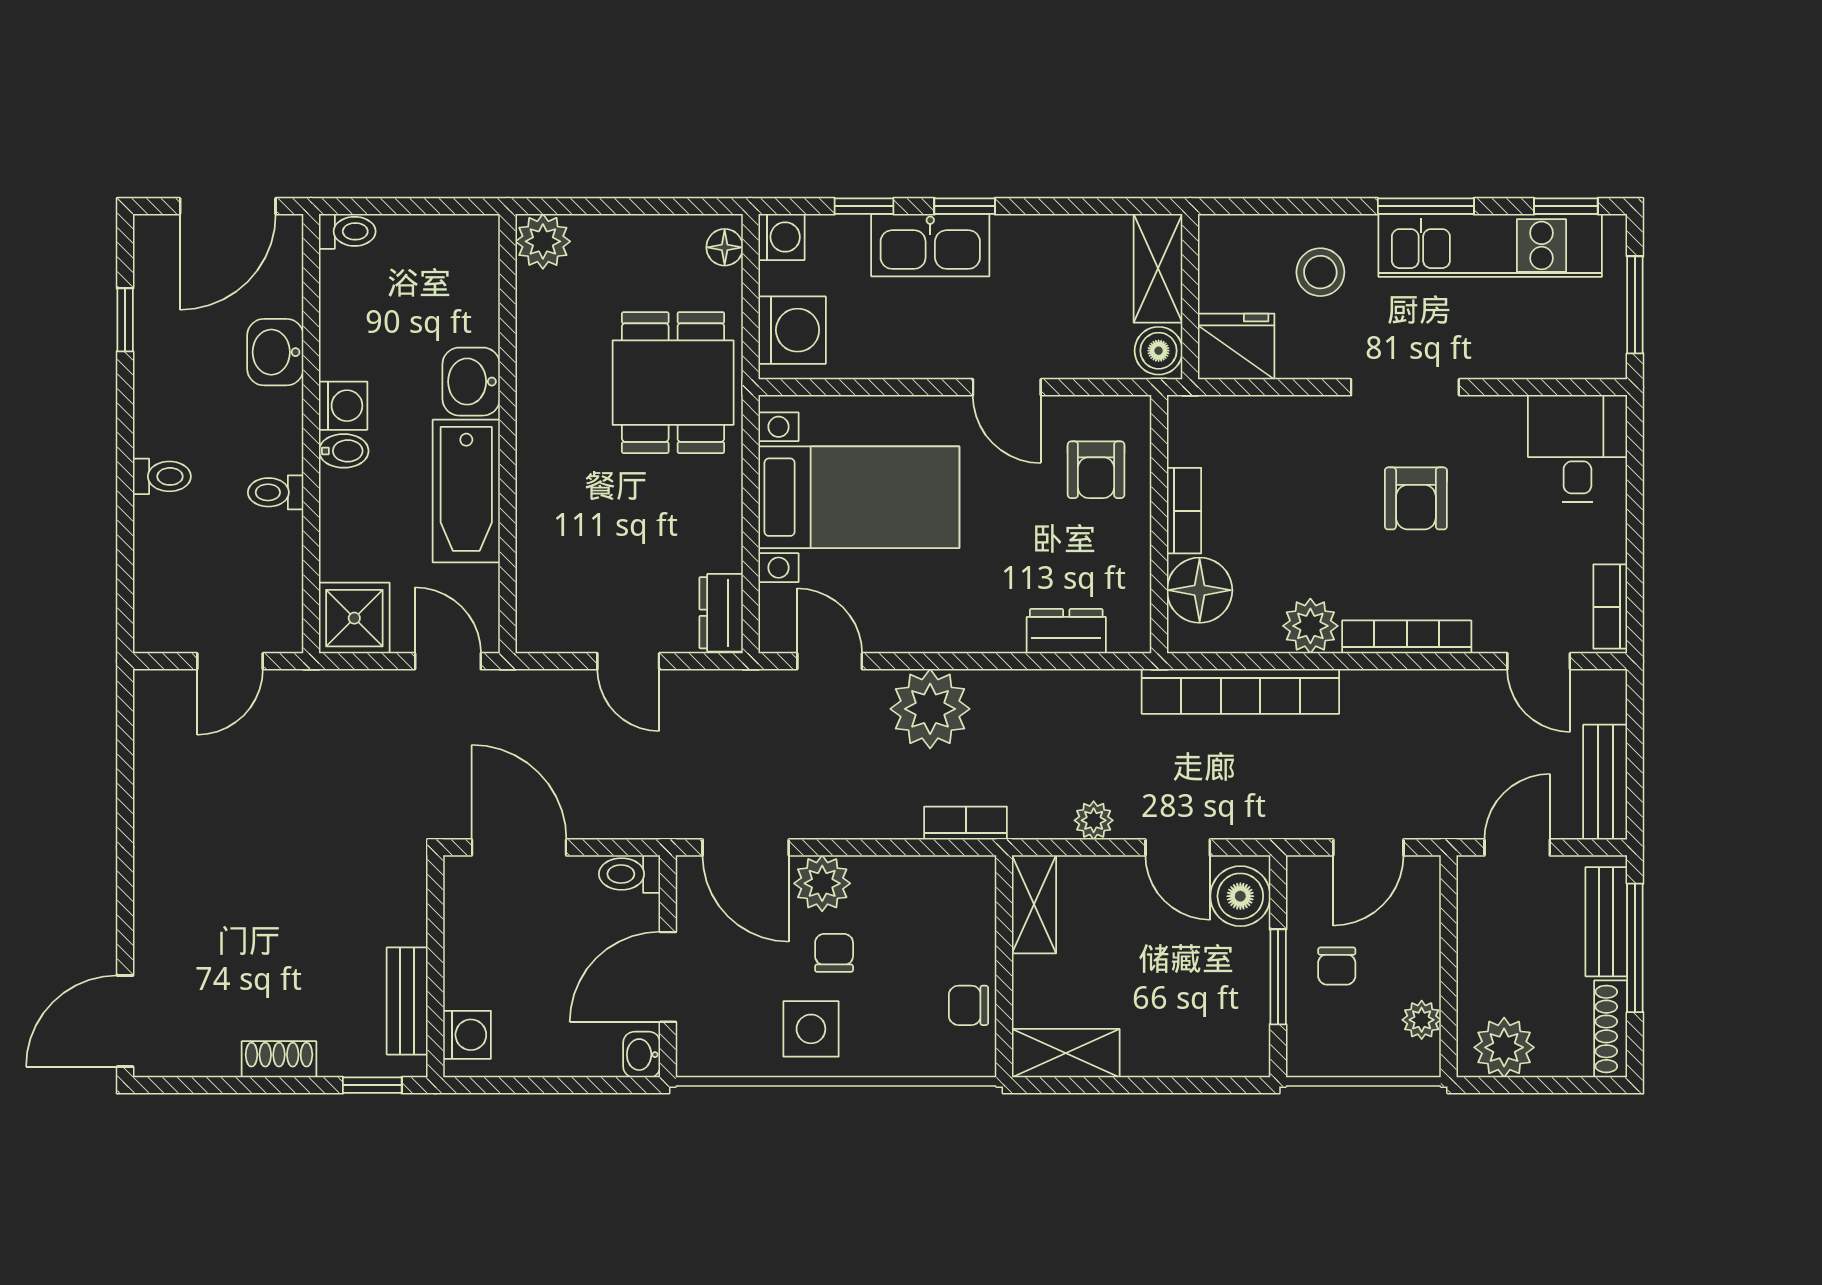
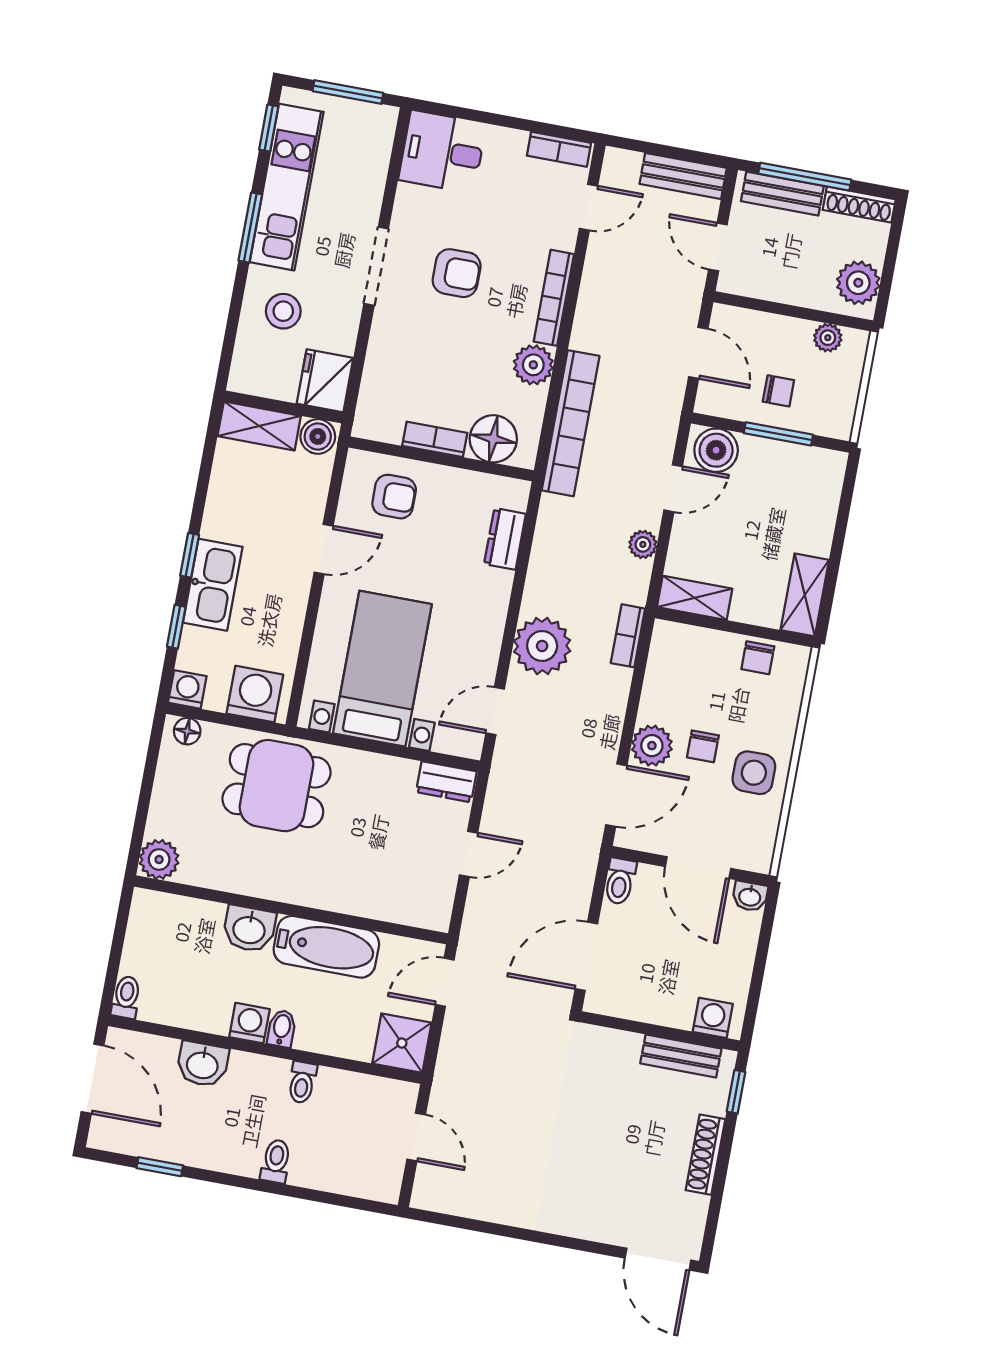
chair: (834, 953) -> (703, 746), turned -90
shoe rack: (279, 1059) -> (705, 1155), width x1.43

